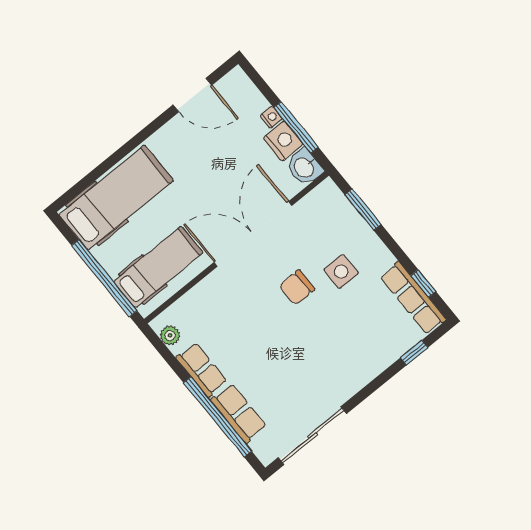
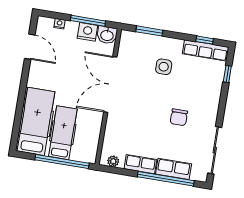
door: (192, 95) -> (30, 47), hinge flipped
nightstand: (271, 117) -> (59, 24), moved
hospital bed: (158, 267) -> (63, 133), moved
chair: (297, 287) -> (179, 117), moved

